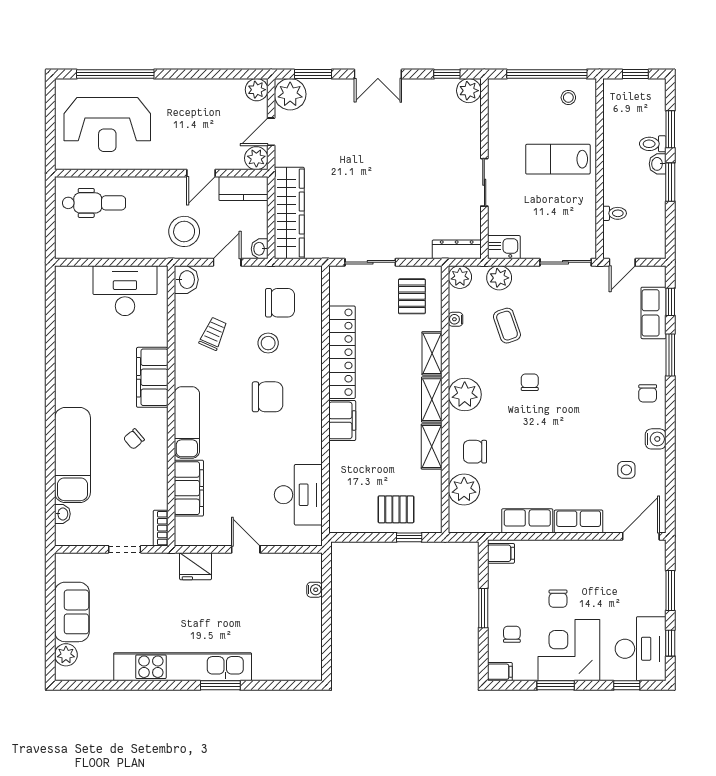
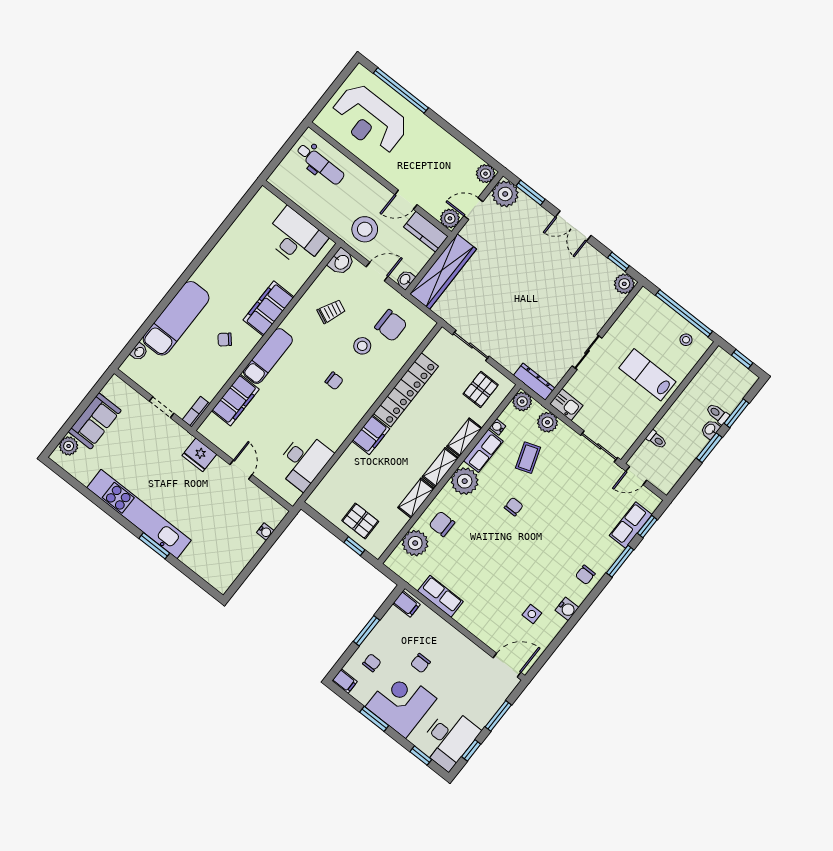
chair: (268, 397) -> (334, 381), width x0.54, depth x0.54
row of seats: (579, 521) -> (483, 451), moved, turned 90

